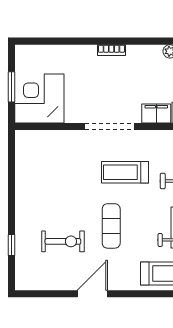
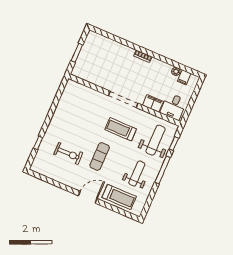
corner desk: (39, 99) -> (90, 66), removed
door: (92, 294) -> (88, 197), moved

